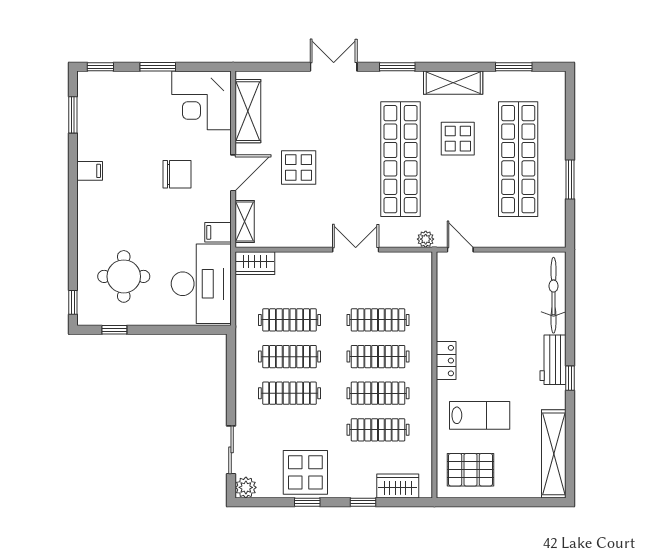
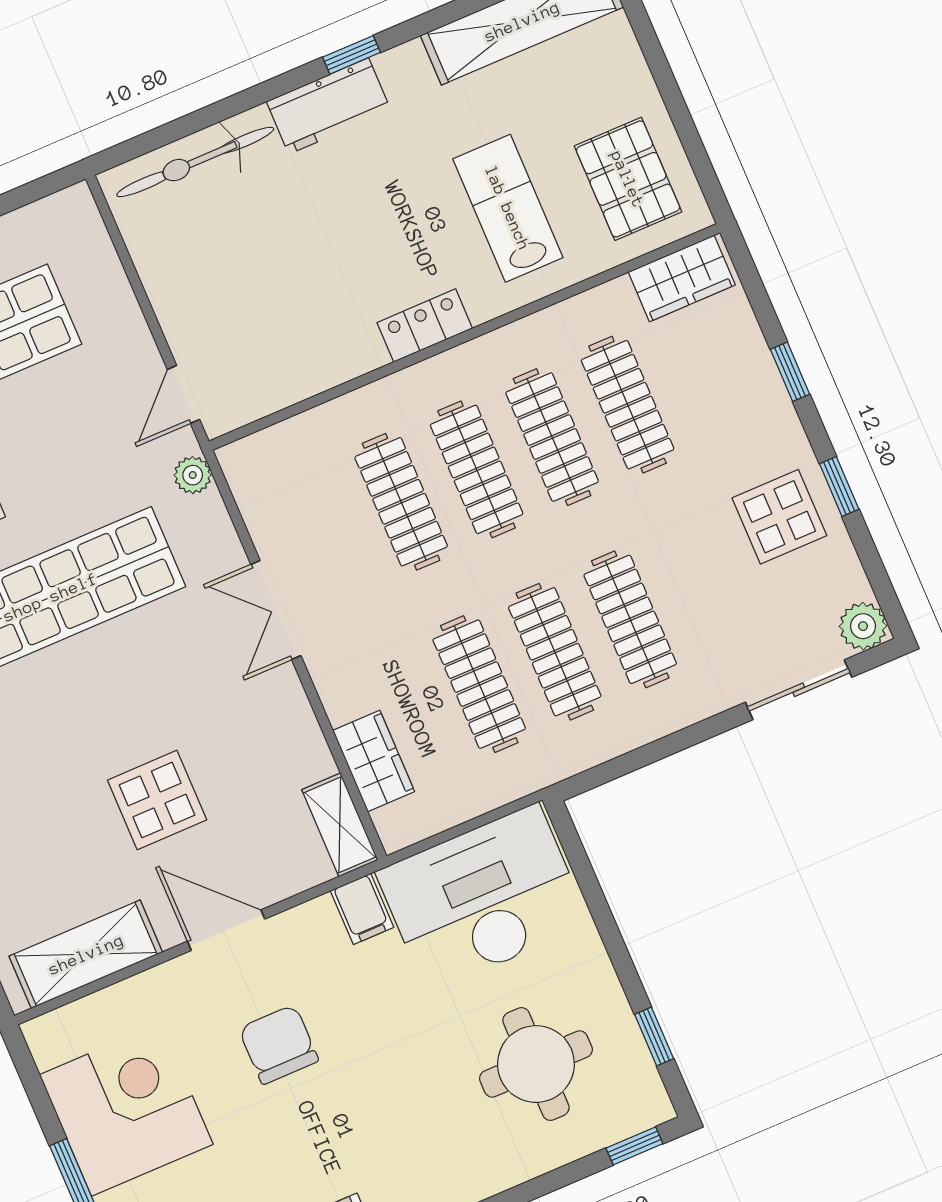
corner desk: (201, 100) -> (126, 1109), moved, turned -90
shelving: (245, 222) -> (340, 825), moved, turned 90
wardrobe: (255, 263) -> (374, 761), moved
display table: (305, 472) -> (779, 517), width x0.73, depth x0.73
wardrobe: (398, 486) -> (682, 278), moved, turned -90

